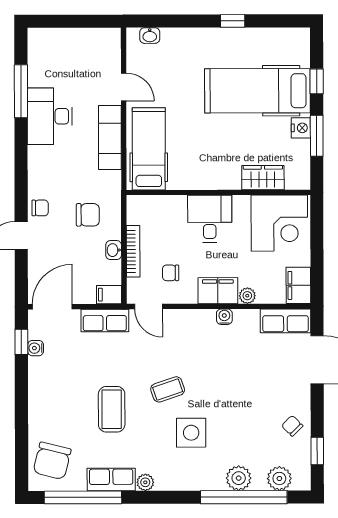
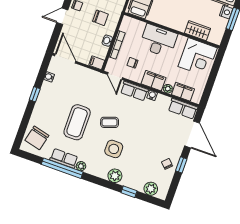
desk: (210, 219) -> (158, 41), width x1.37
filing cabinet: (298, 285) -> (183, 92), moved, turned 90
door: (52, 307) -> (65, 59), hinge flipped
row of seats: (105, 320) -> (134, 91), moved
window: (21, 342) -> (35, 94), moved
coffee table: (112, 409) -> (77, 122), width x1.36, depth x1.32
window: (317, 451) -> (181, 165), moved
plant: (239, 478) -> (115, 176), moved
window: (83, 497) -> (62, 168), moved
window: (244, 497) -> (129, 192), width x0.32

